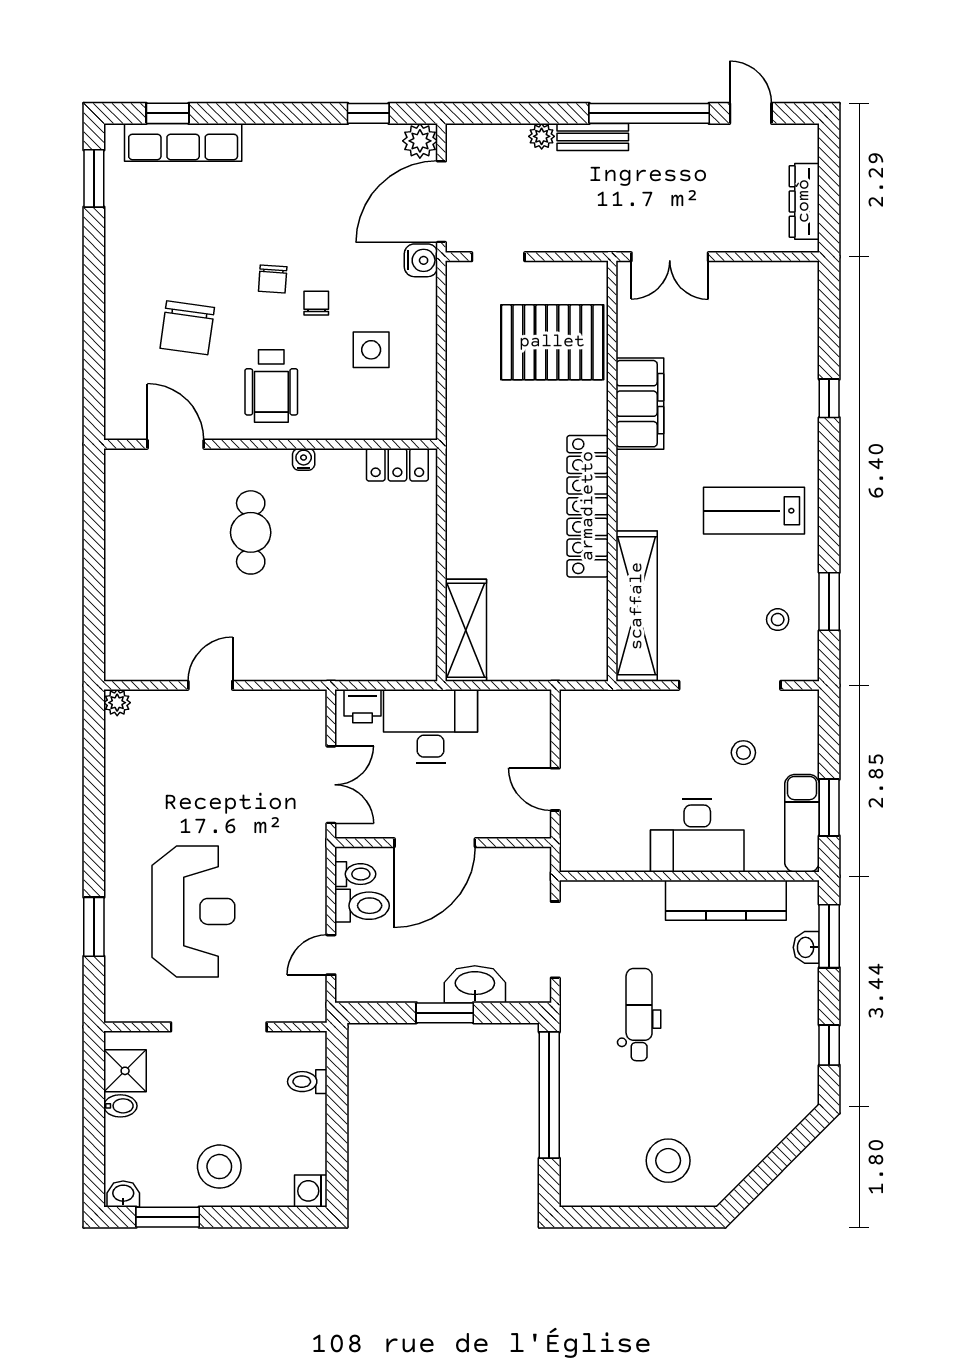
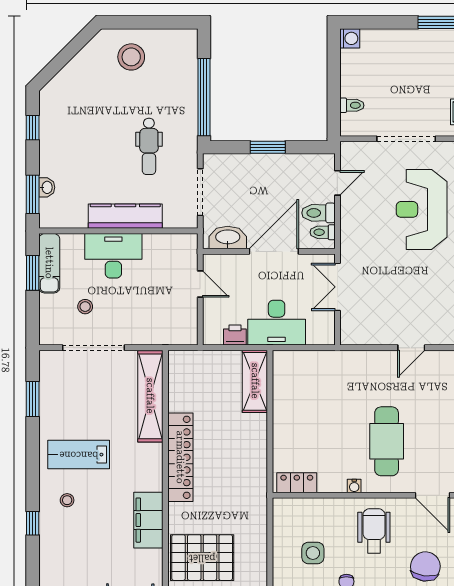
lab bench: (754, 511) -> (79, 455), turned 180
cafe table: (251, 532) -> (387, 441), width x1.37, depth x1.35
stool: (778, 620) -> (67, 500), moved
printer: (362, 706) -> (235, 335), moved
kitchen counter: (726, 900) -> (125, 216), moved
washbasin: (475, 984) -> (228, 238), moved, turned 180
stool: (219, 1167) -> (406, 53), removed

